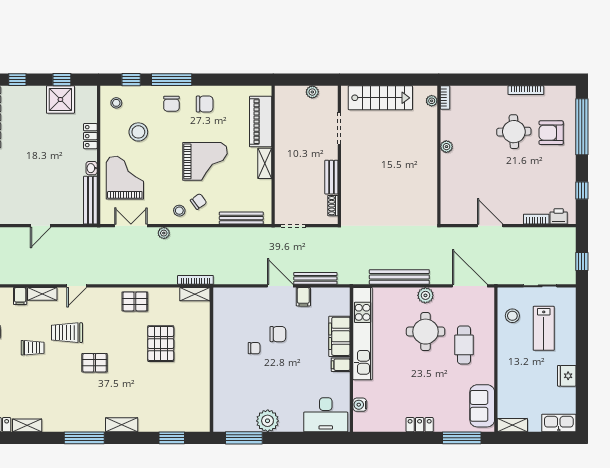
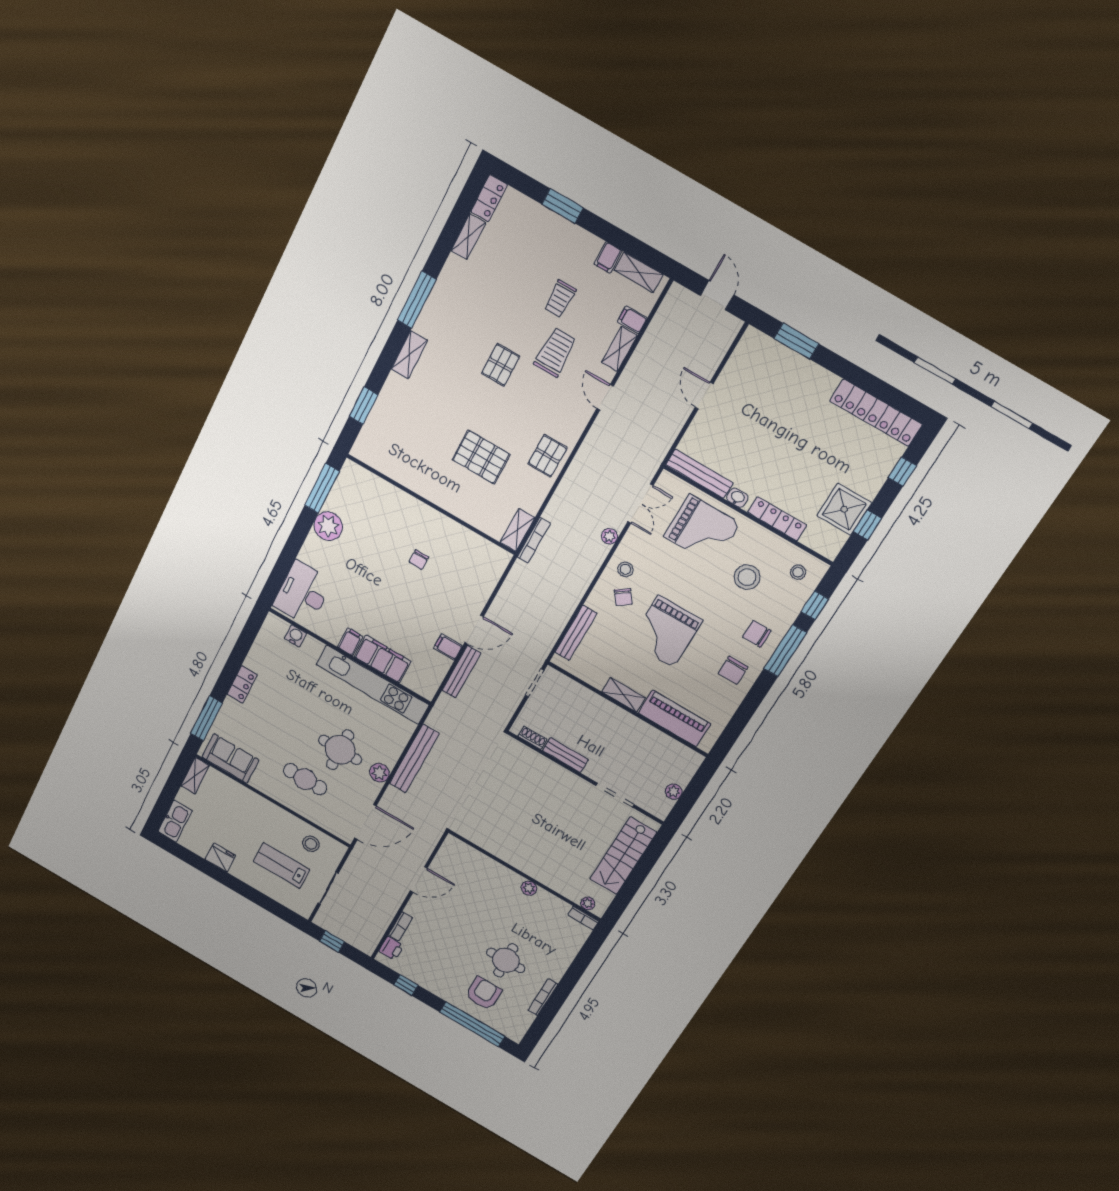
locker: (90, 136) -> (777, 519), width x1.53
chair: (278, 334) -> (421, 595), removed

